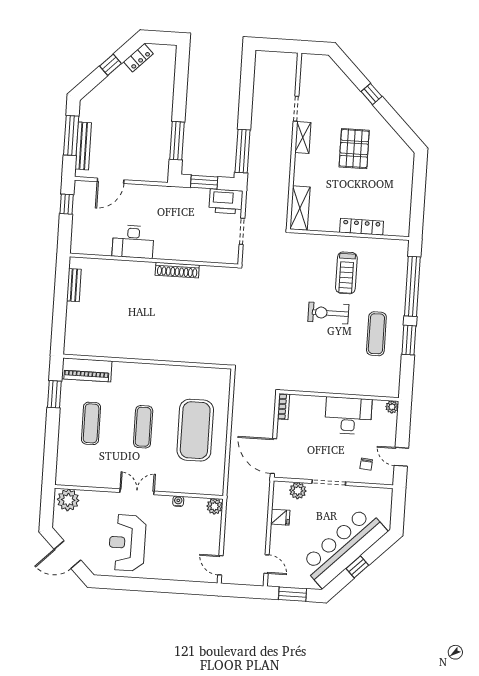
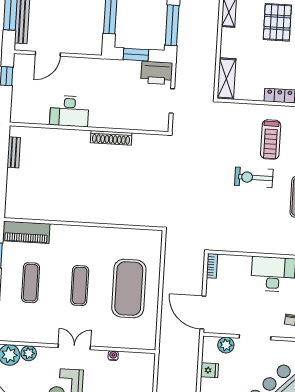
plant: (215, 506) -> (29, 353), moved

